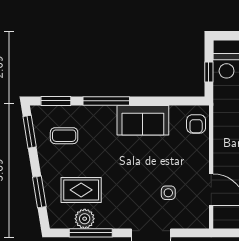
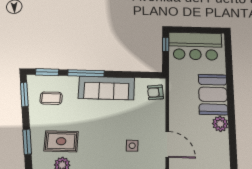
window: (209, 72) -> (166, 44), moved
sofa: (143, 120) -> (106, 88), width x1.36
armchair: (196, 124) -> (155, 92), turned 84

